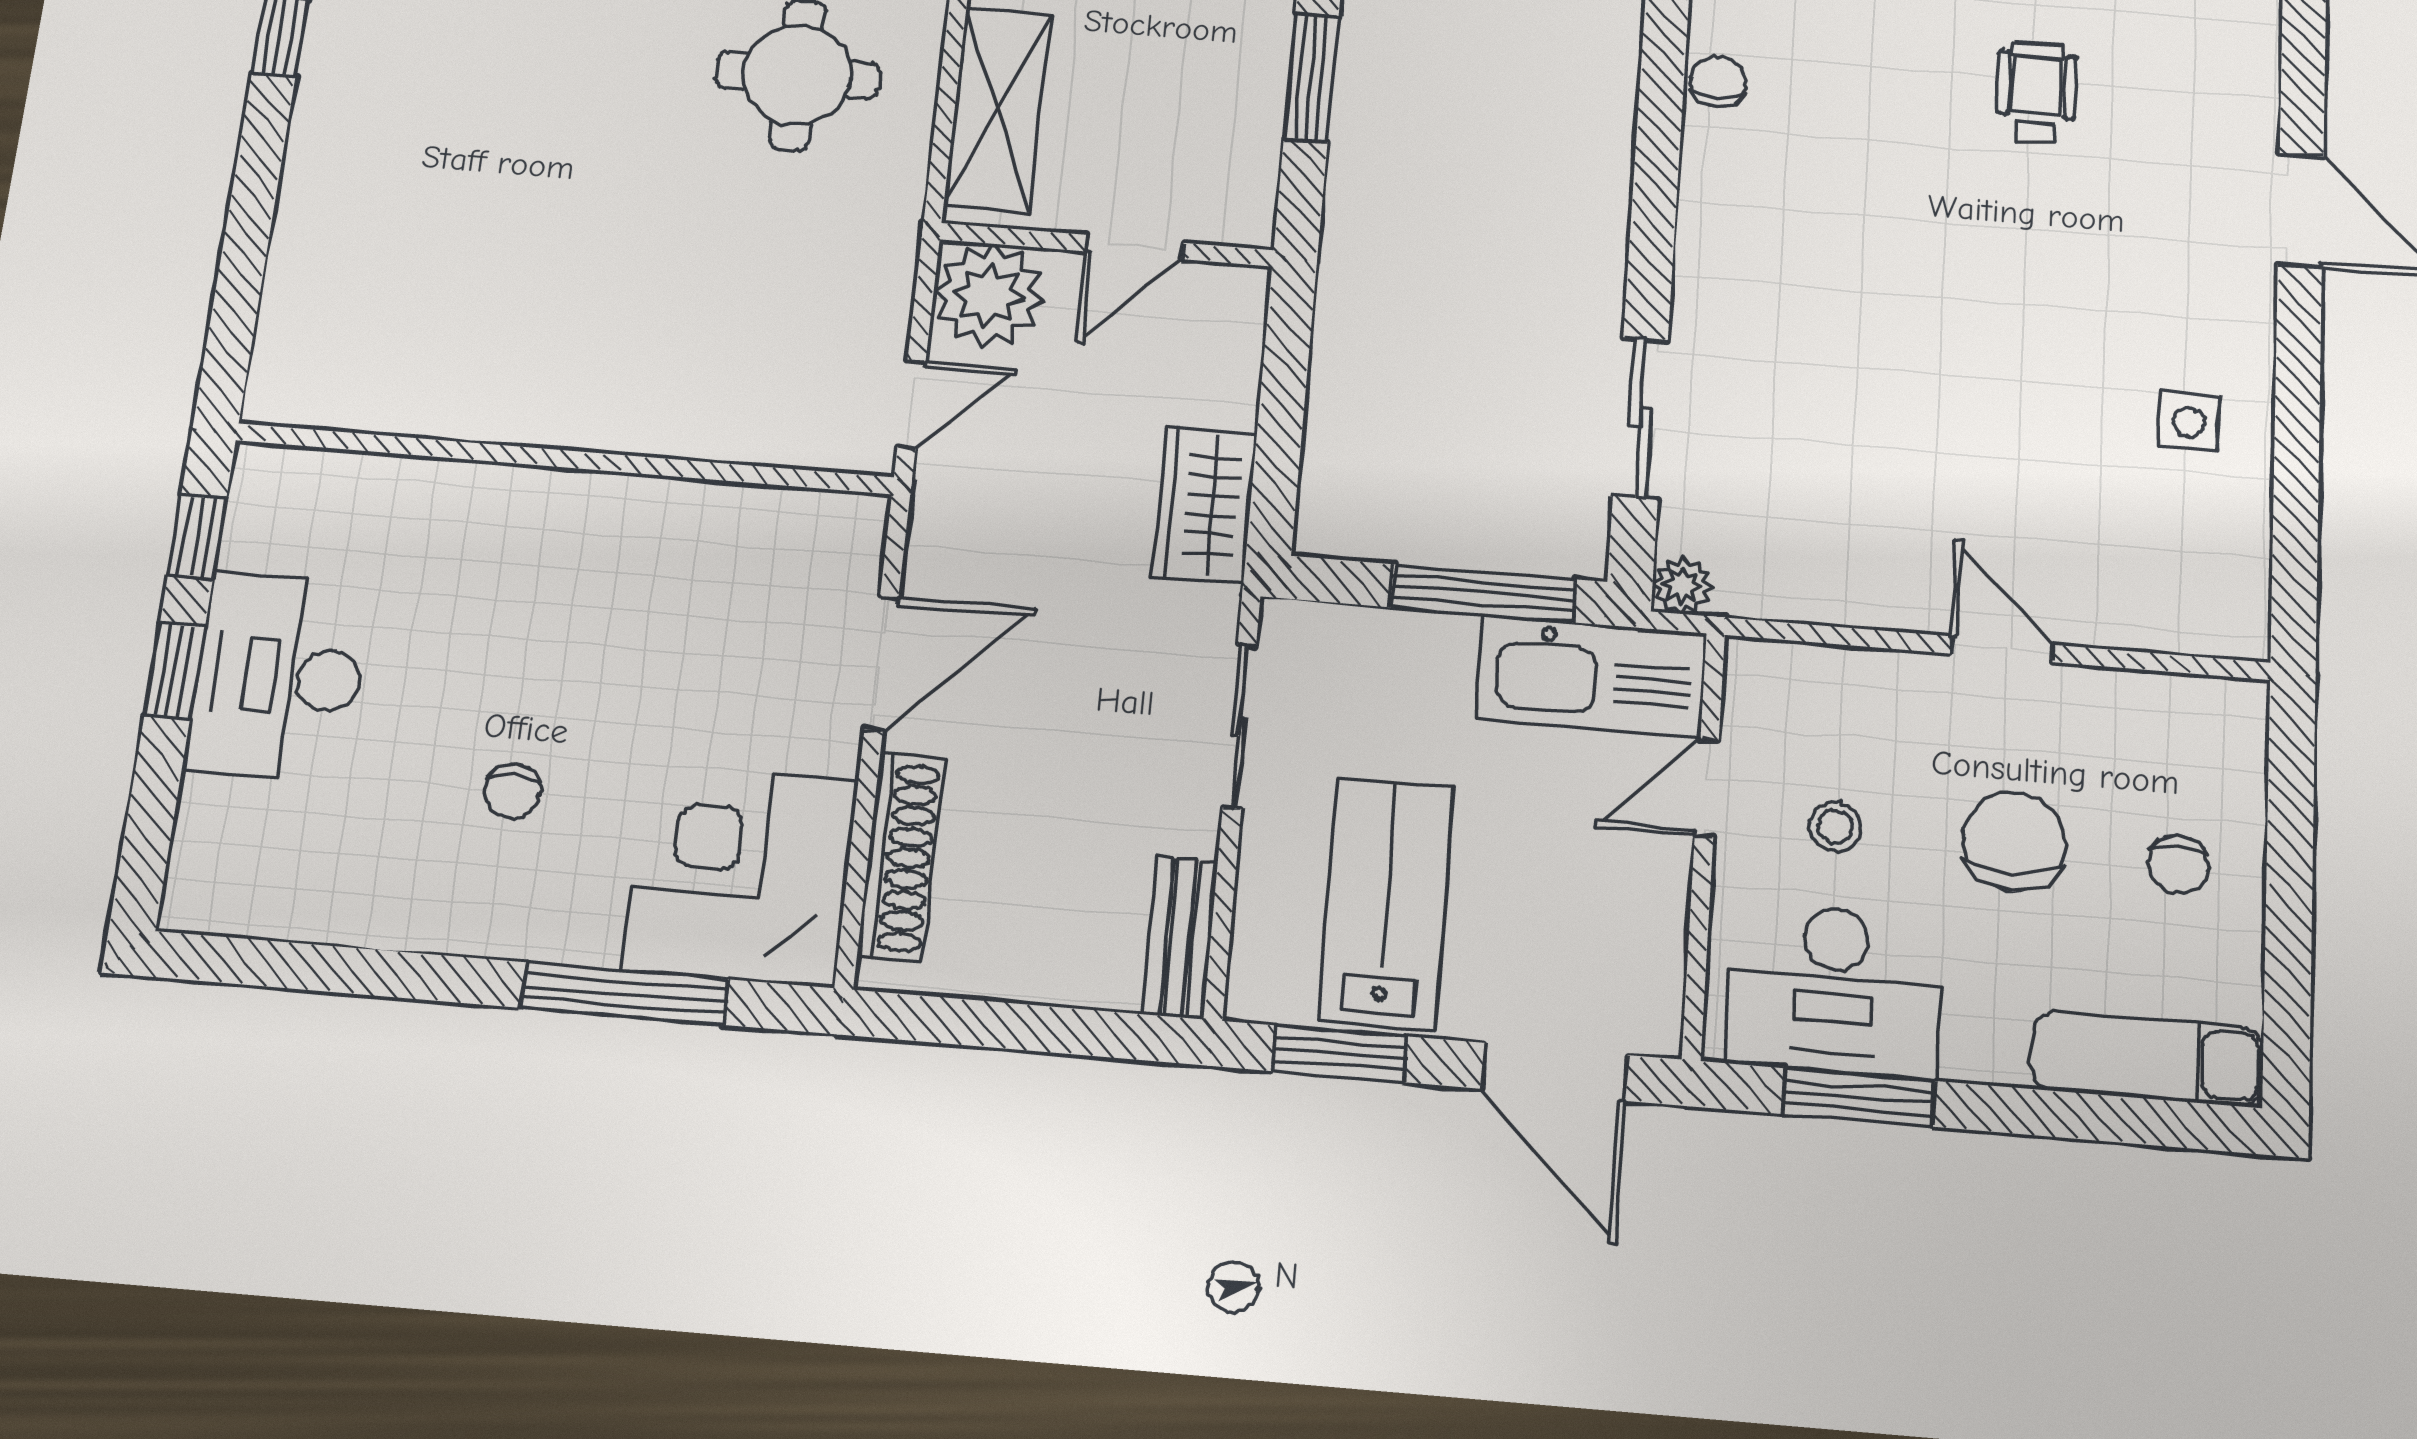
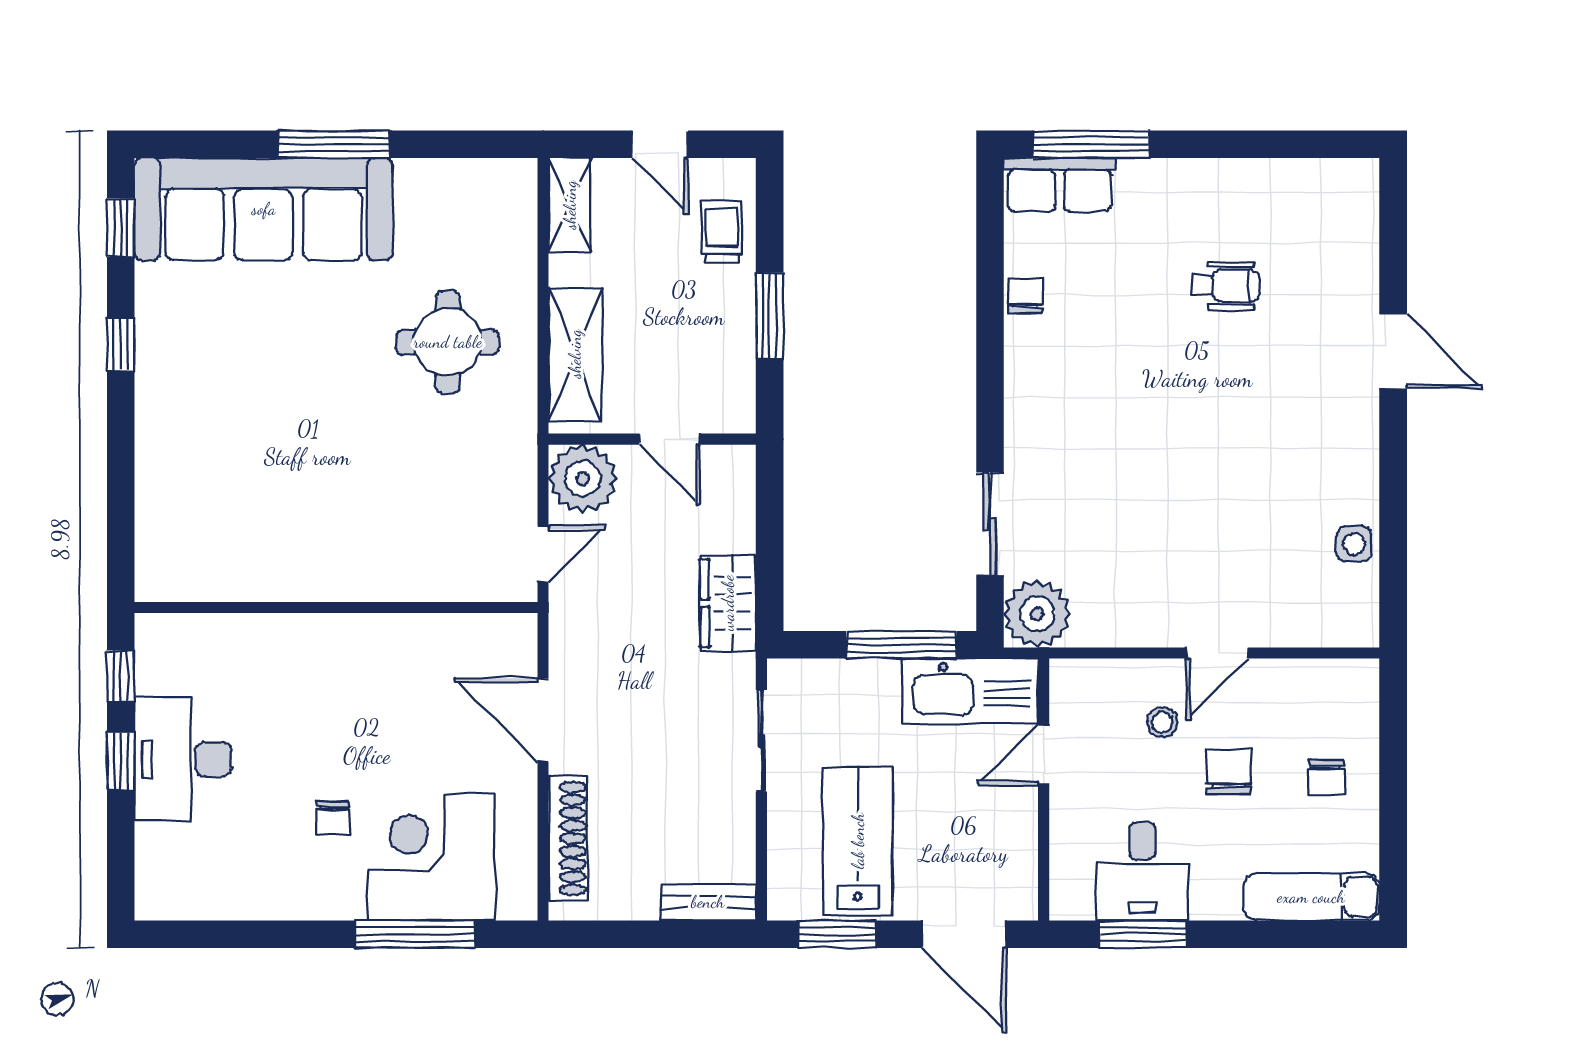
wheelchair: (2037, 93) -> (1226, 286), turned 90
door: (1134, 247) -> (670, 439), hinge flipped
side table: (2189, 422) -> (1354, 544), moved
plant: (1682, 586) -> (1037, 614), width x1.87, depth x1.87
door: (2002, 649) -> (1217, 653), swing flipped
door: (881, 663) -> (543, 720), swing flipped
stool: (1835, 827) -> (1162, 722), moved
chair: (2014, 842) -> (1229, 772), width x0.73, depth x0.73
corner desk: (740, 875) -> (432, 857), moved
bench: (1180, 937) -> (708, 902), moved, turned 90
desk: (1834, 990) -> (1142, 871), width x0.73

